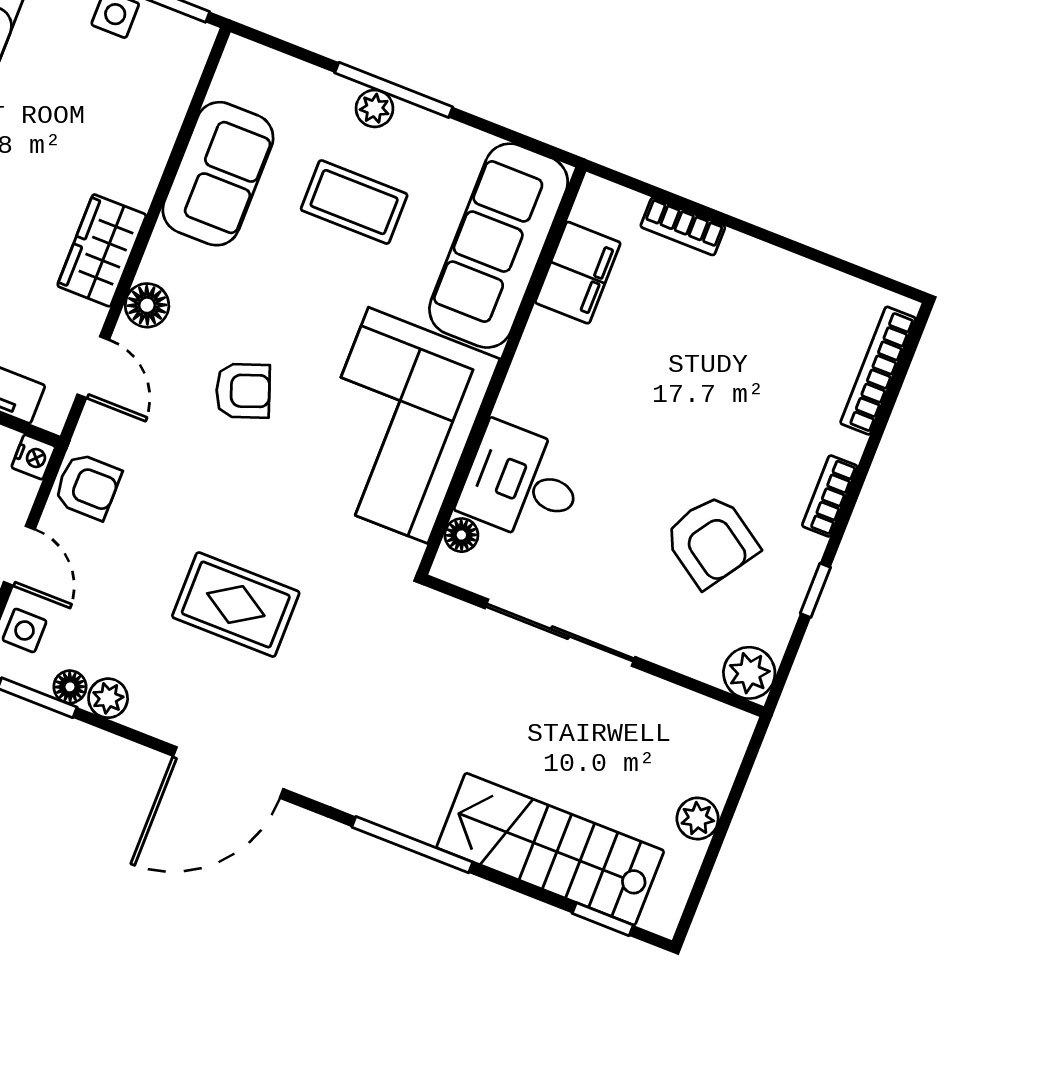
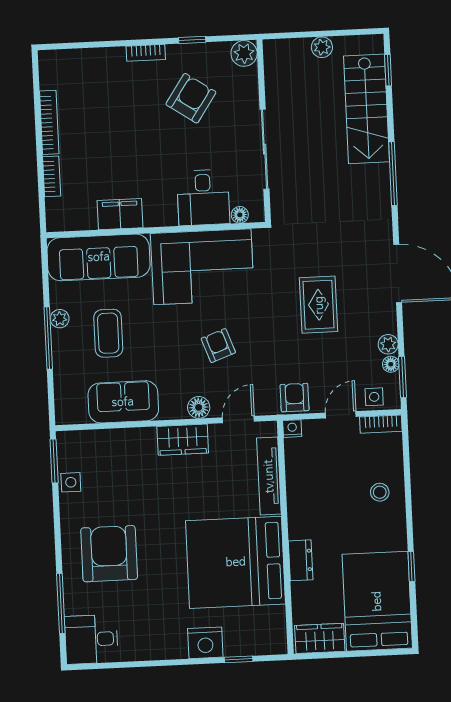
plant: (375, 108) -> (60, 319), moved
filing cabinet: (578, 273) -> (120, 214), moved
bookcase: (878, 371) -> (49, 122), moved, turned -90

